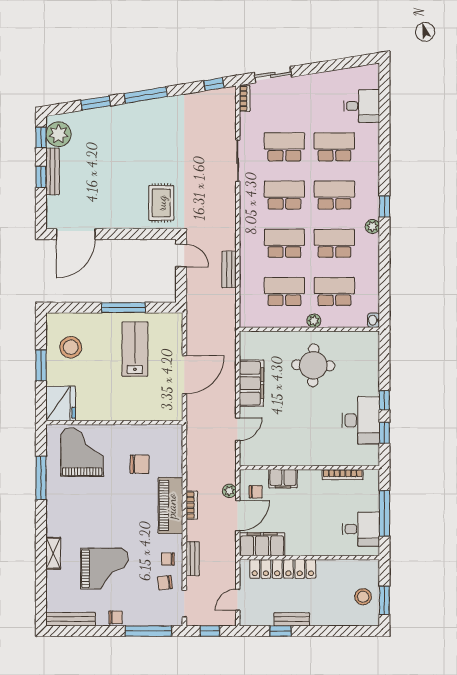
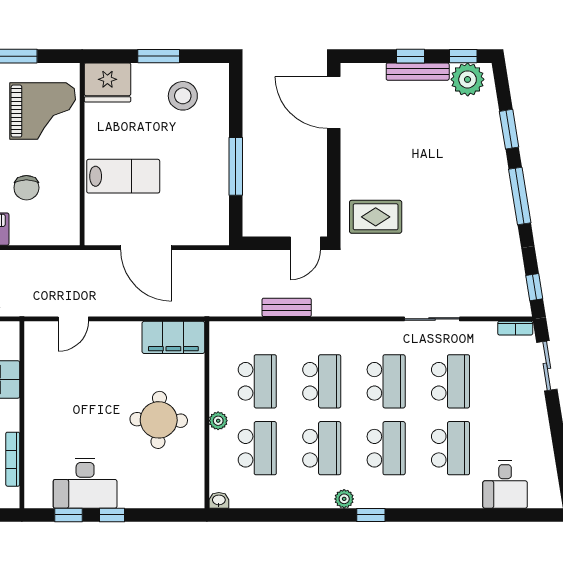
lab bench: (135, 349) -> (123, 176), moved
filing cabinet: (251, 383) -> (173, 337), moved
door: (238, 429) -> (73, 319), hinge flipped

